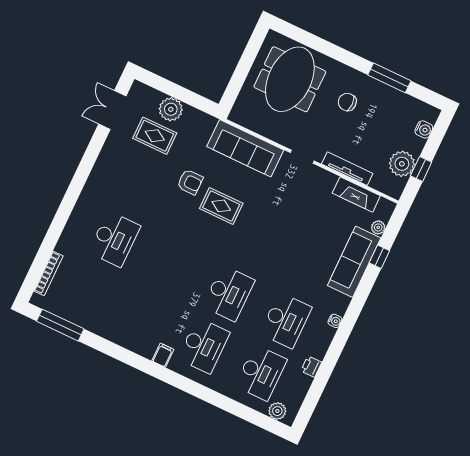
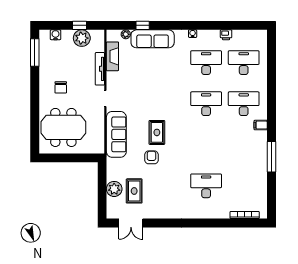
window: (389, 78) -> (35, 52), moved
window: (60, 325) -> (272, 157), moved
plant: (277, 411) -> (262, 42), removed

